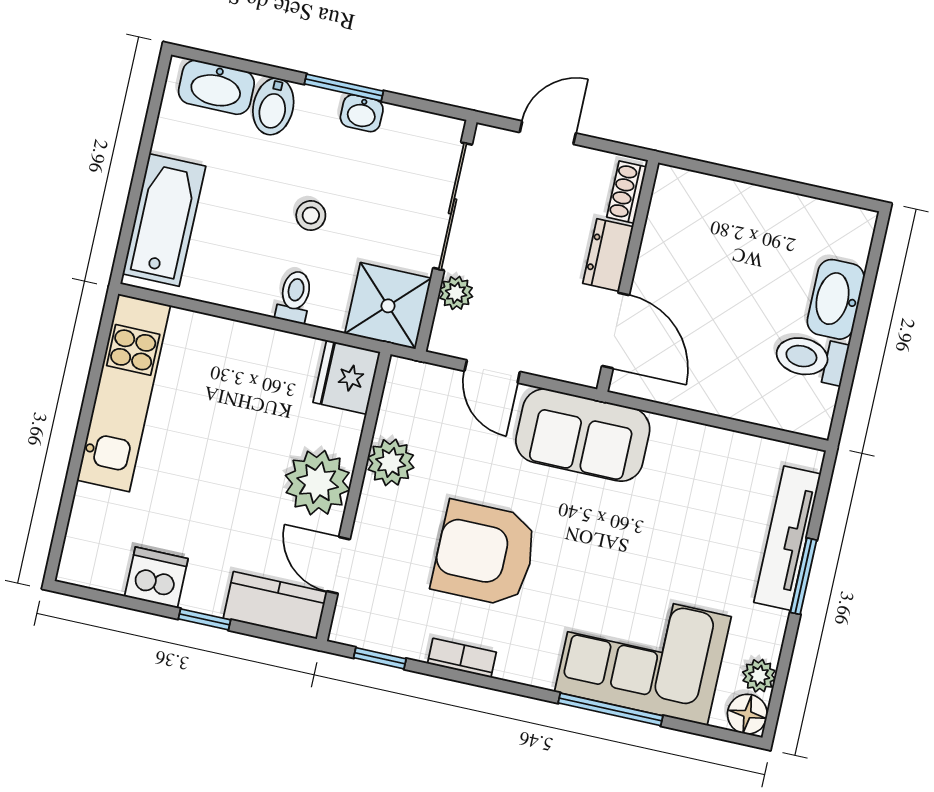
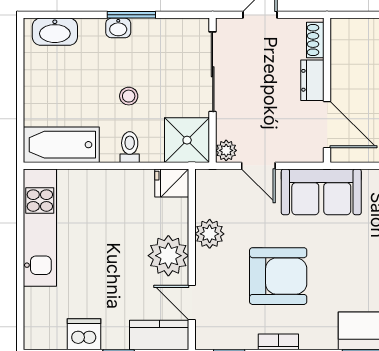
bidet: (273, 106) -> (92, 36), removed
washbasin: (362, 113) -> (118, 28), moved
bathtub: (164, 220) -> (61, 145), moved, turned -90
plant: (456, 293) -> (226, 150), moved
fridge: (347, 377) -> (172, 183), width x0.72
armchair: (485, 554) -> (278, 276), turned 180

